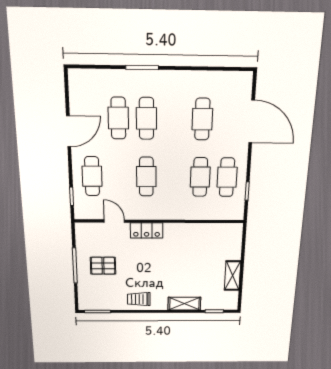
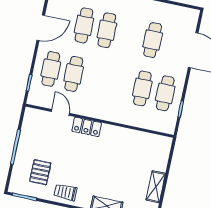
cafe table: (146, 177) -> (74, 74), moved
pallet: (103, 266) -> (40, 172), moved, turned 90

